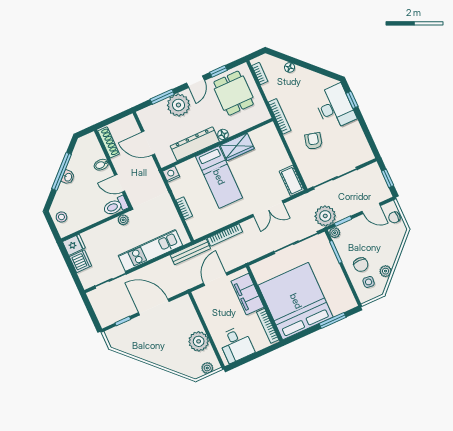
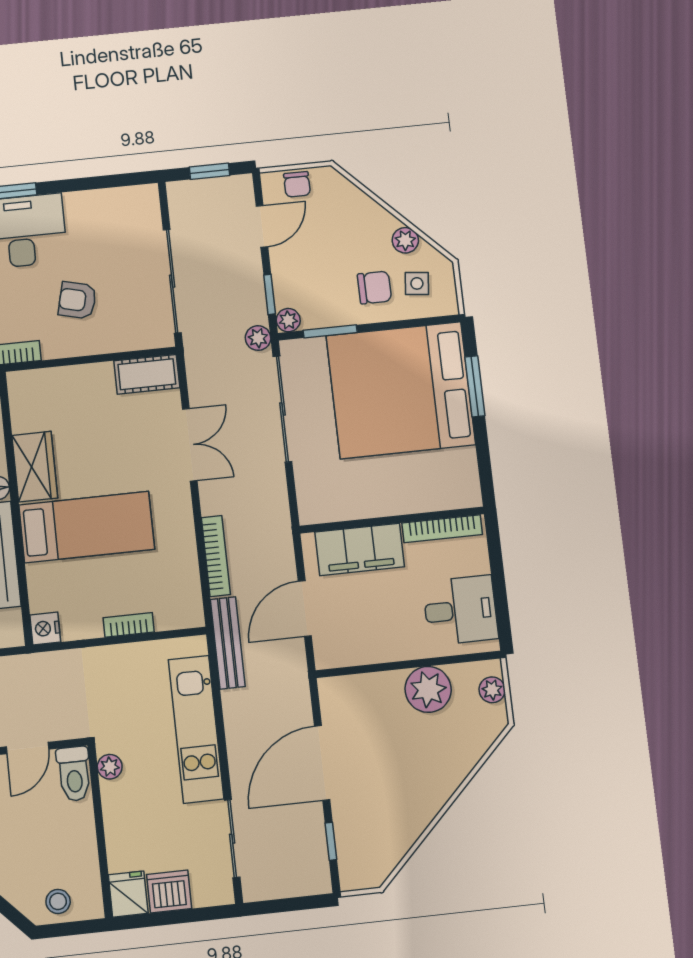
plant: (325, 216) -> (258, 338), width x0.53, depth x0.53
door: (215, 279) -> (305, 609), hinge flipped
bed: (296, 301) -> (401, 390), moved

